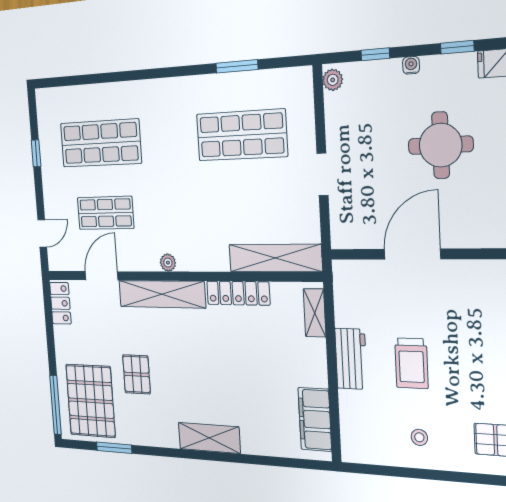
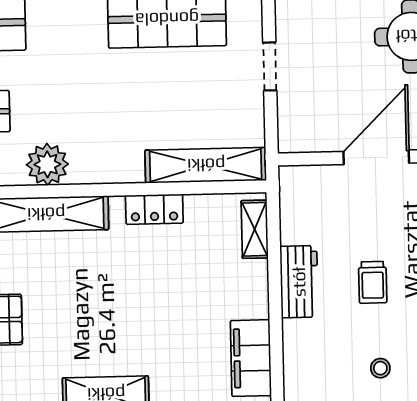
plant: (168, 263) -> (47, 164), width x1.87, depth x1.87
locker: (238, 293) -> (154, 209), width x0.66
trolley: (411, 363) -> (373, 282), width x0.73, depth x0.72

